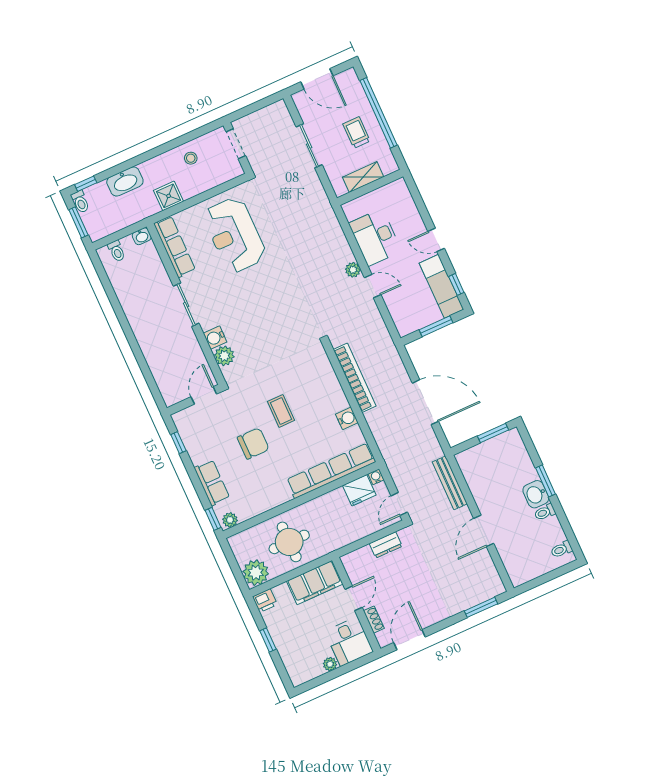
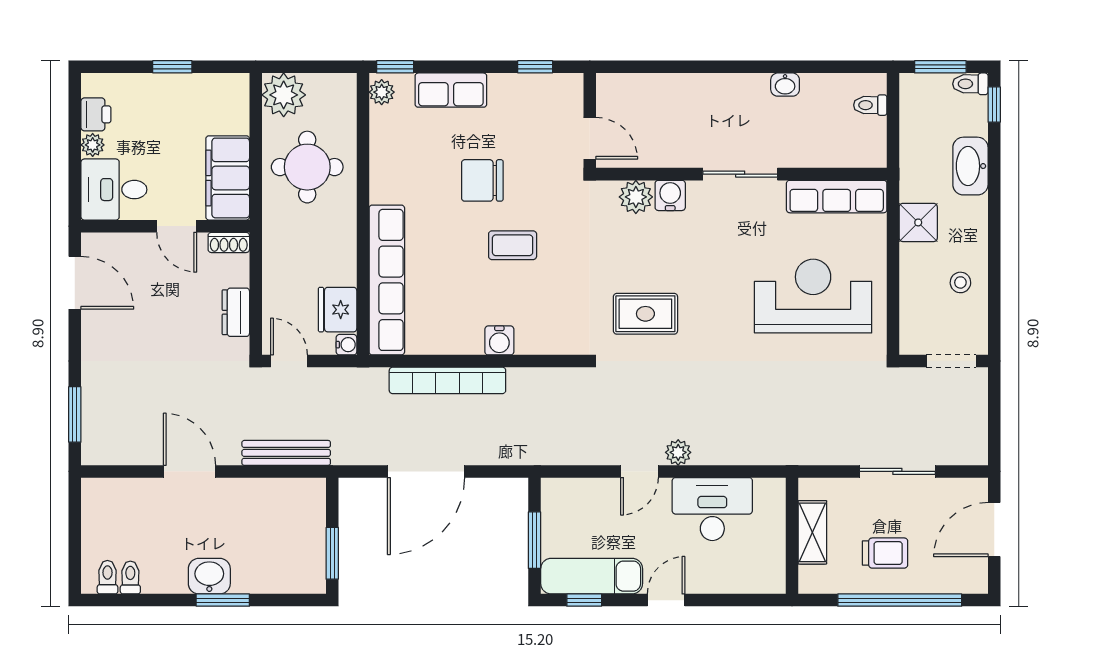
washbasin: (142, 236) -> (785, 85), moved, turned -90
rug: (285, 322) -> (645, 314), added
bookcase: (355, 378) -> (447, 380), moved
water cooler: (347, 418) -> (499, 340), moved
chair: (253, 443) -> (482, 180), turned 90
toilet: (545, 512) -> (130, 578), moved
printer: (265, 601) -> (96, 114), moved, turned 180
shoe rack: (374, 620) -> (229, 242), moved

